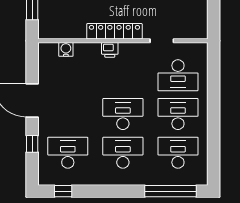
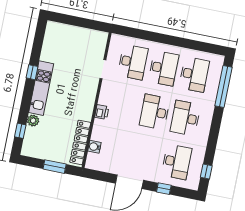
locker: (114, 31) -> (80, 142), moved
desk: (178, 114) -> (163, 68), turned 180
desk: (68, 153) -> (177, 162), turned 180
desk: (178, 153) -> (194, 74), turned 180

